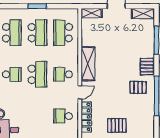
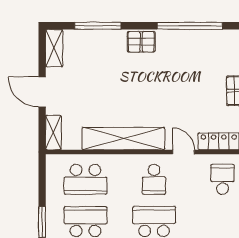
shelving: (88, 64) -> (123, 139), width x1.47
pallet: (138, 87) -> (175, 56), removed
school desk: (63, 116) -> (223, 179), turned 180

